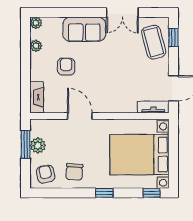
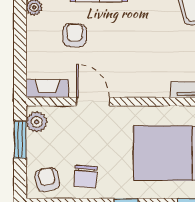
fireplace: (37, 97) -> (47, 89), moved, turned -90
plant: (38, 145) -> (37, 122), moved

